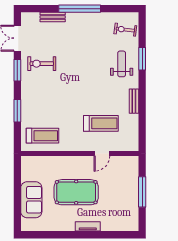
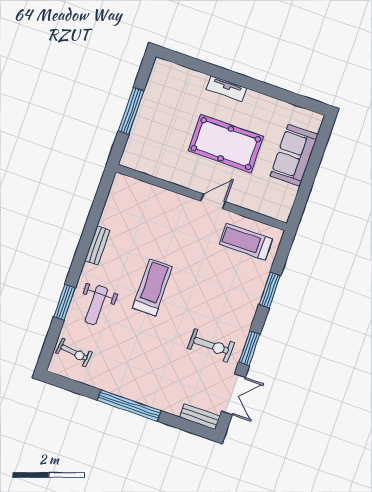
bench: (53, 17) -> (200, 417), moved
treadmill: (101, 123) -> (152, 287), moved, turned 90
door: (102, 154) -> (213, 202), moved

